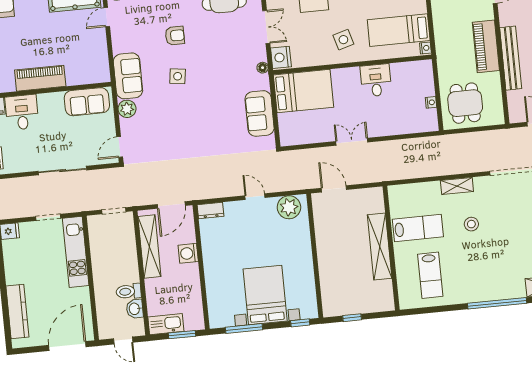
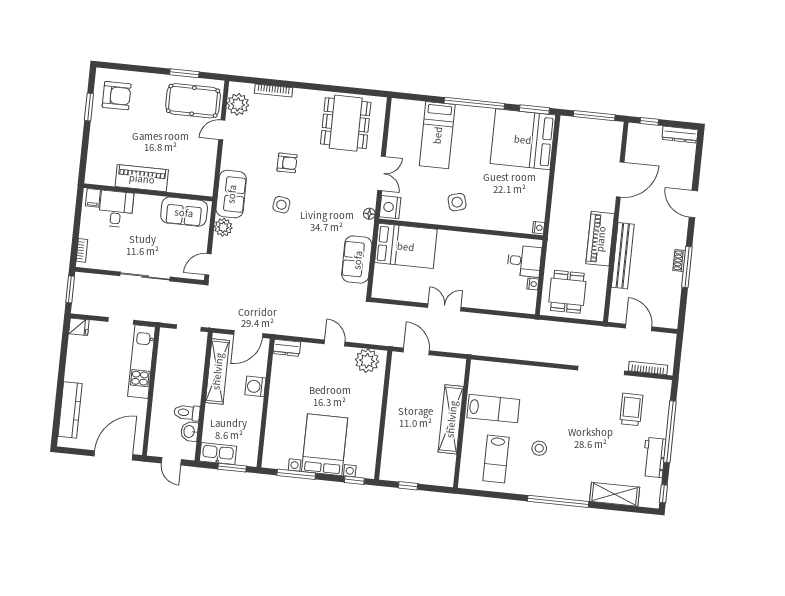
bed: (399, 30) -> (515, 204), removed
desk: (376, 80) -> (524, 261), moved, turned 90
shelving: (457, 186) -> (542, 374), removed
stool: (471, 224) -> (539, 448), moved

